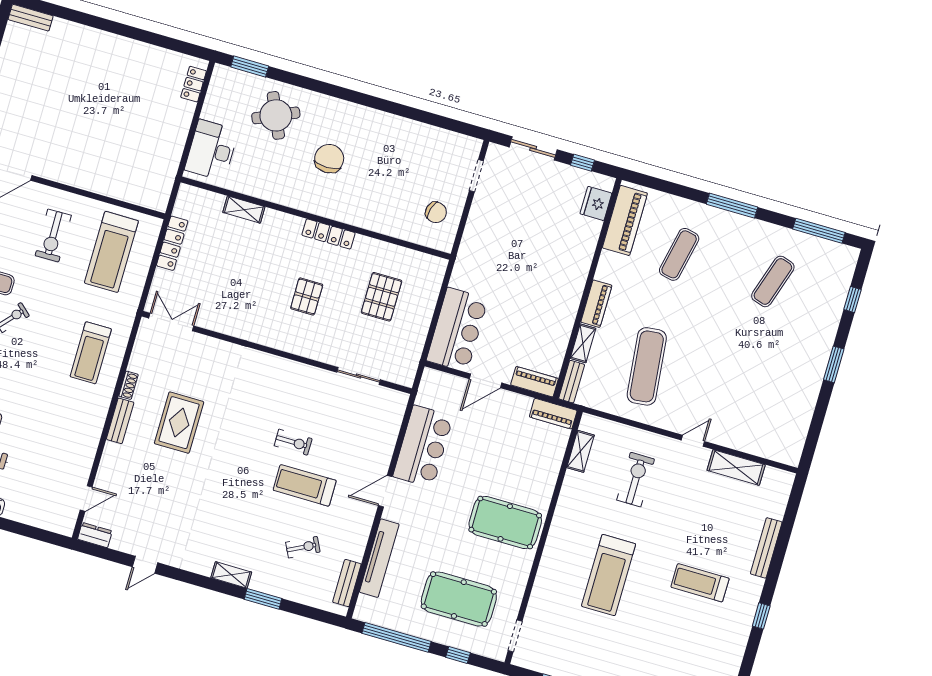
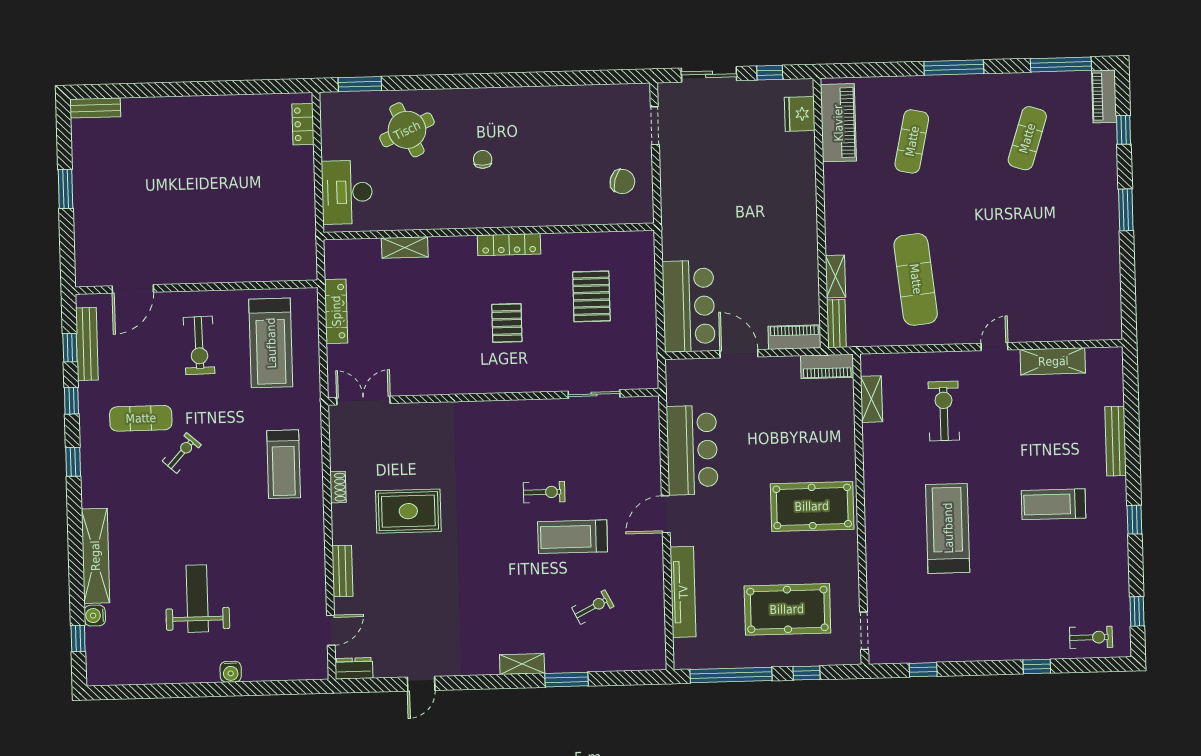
chair: (329, 159) -> (483, 159), width x0.54, depth x0.54
piano: (596, 304) -> (1104, 96), moved, turned 180
door: (485, 381) -> (739, 354), swing flipped
bench: (120, 421) -> (342, 571), moved
rug: (179, 423) -> (408, 511), turned 90
treadmill: (609, 575) -> (948, 528), turned 180
bench: (347, 583) -> (655, 632), removed

